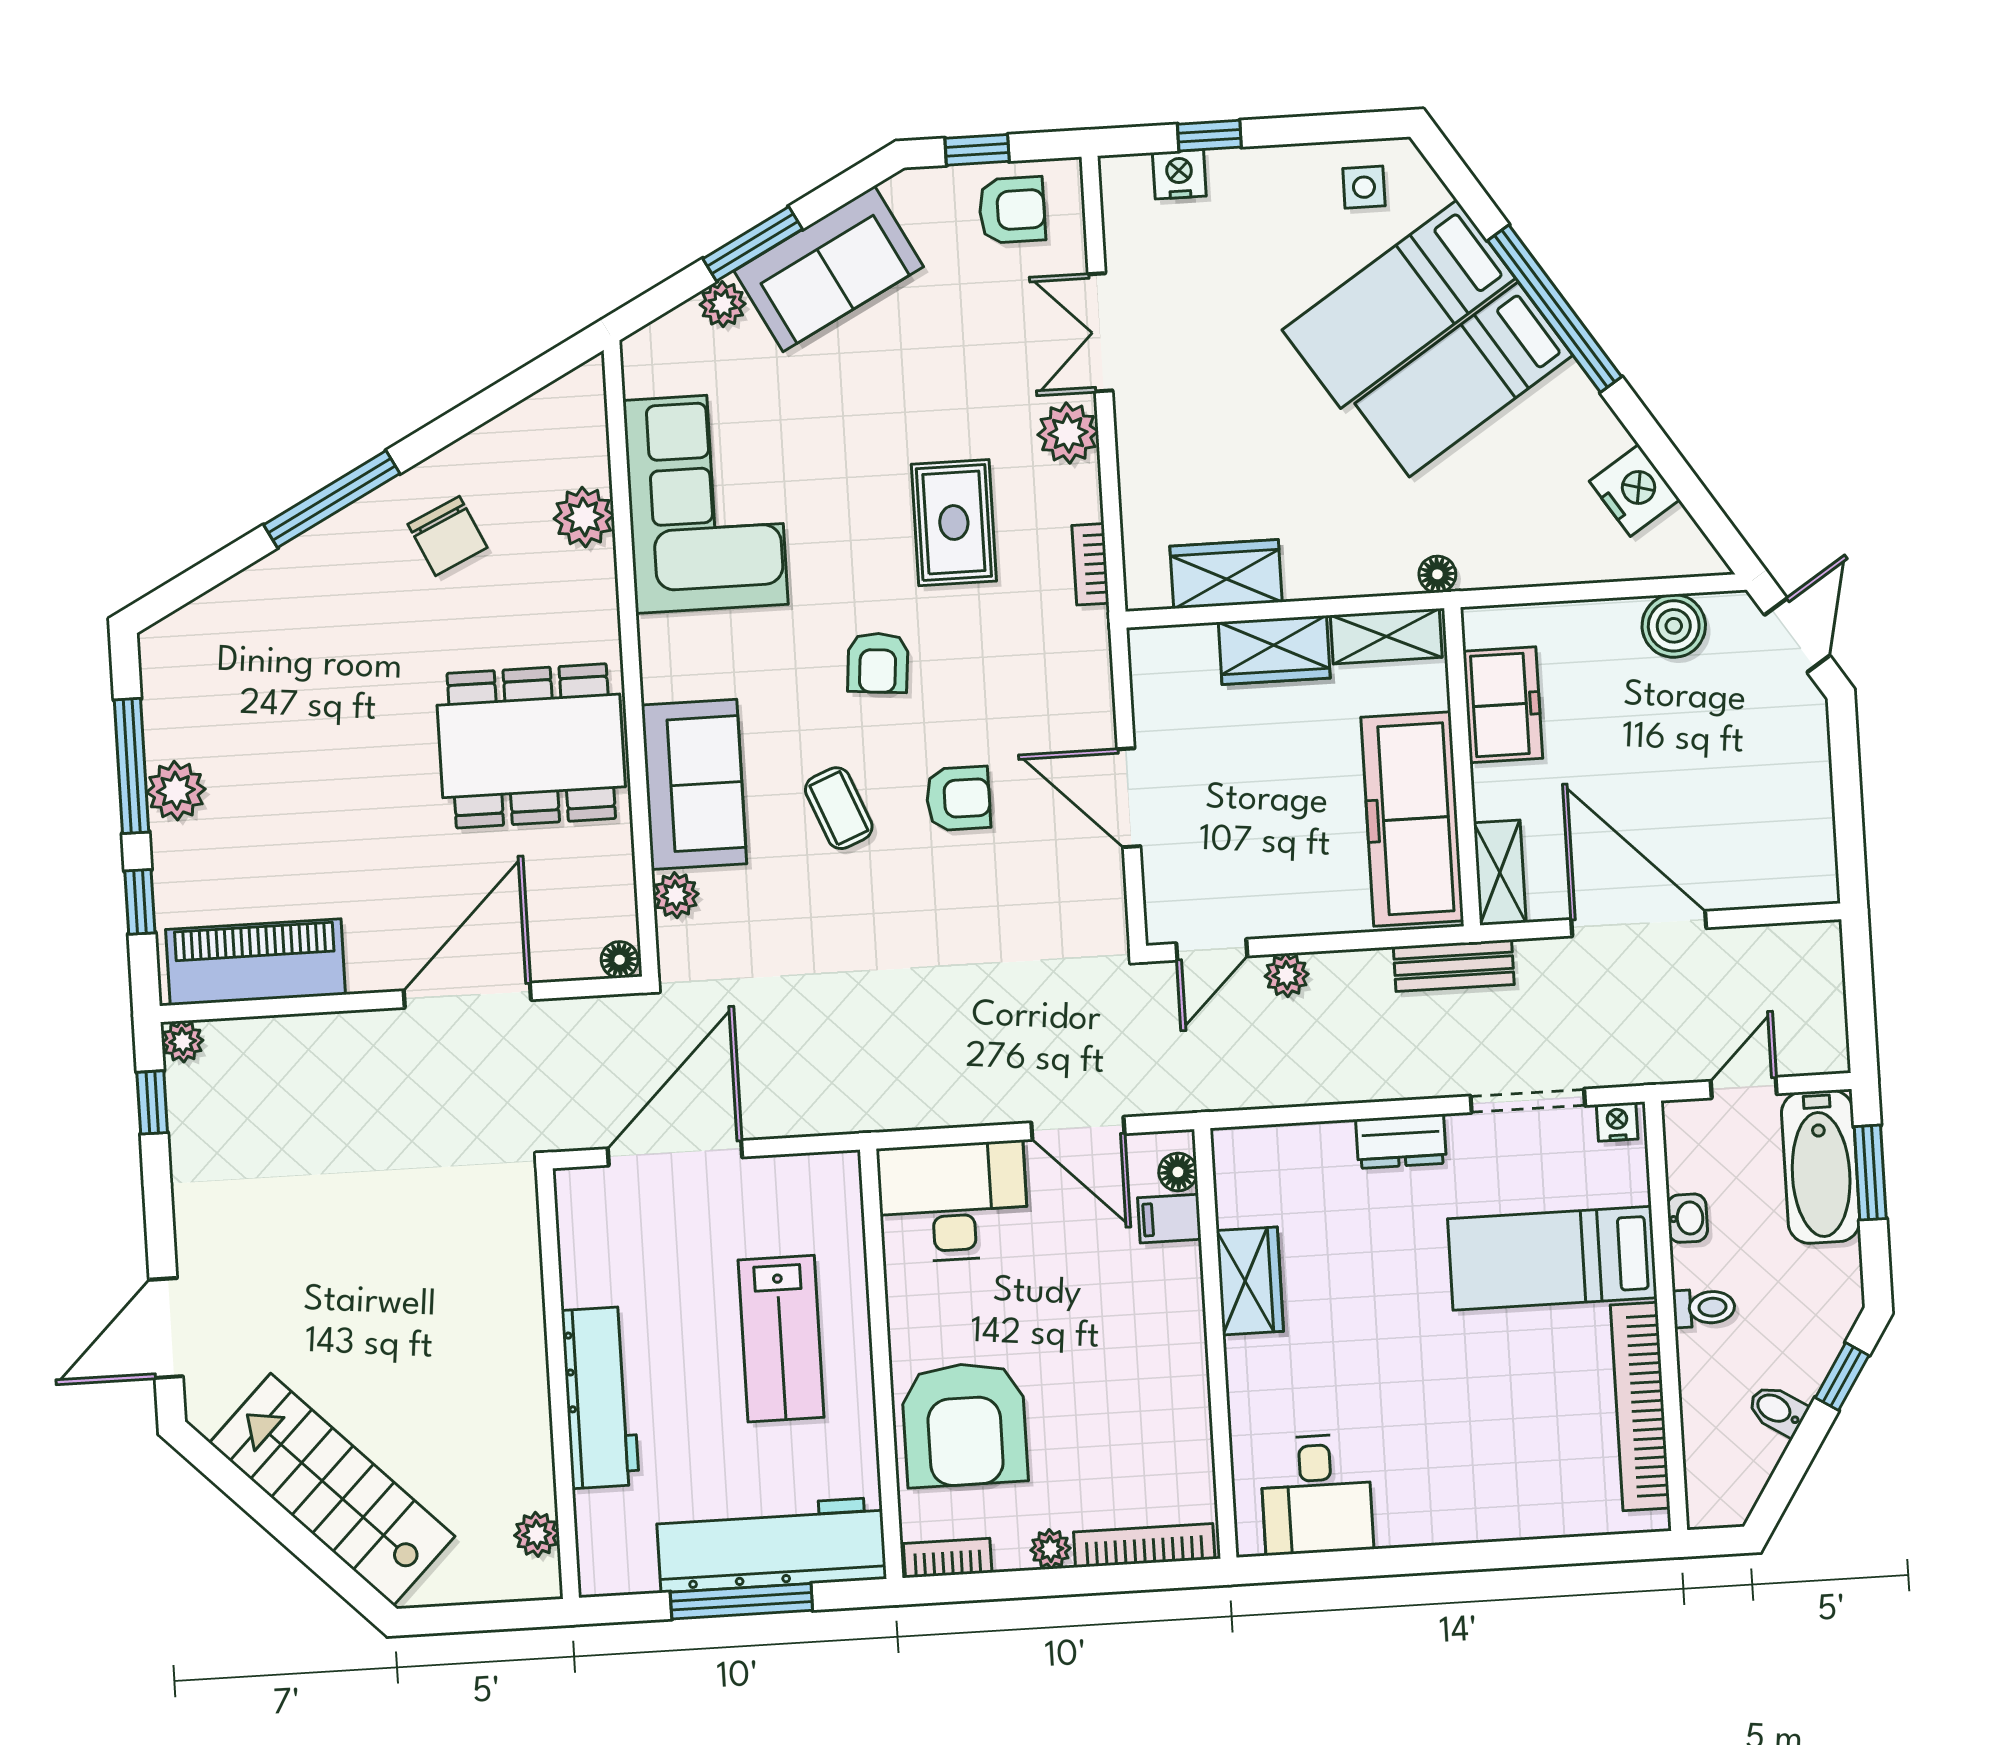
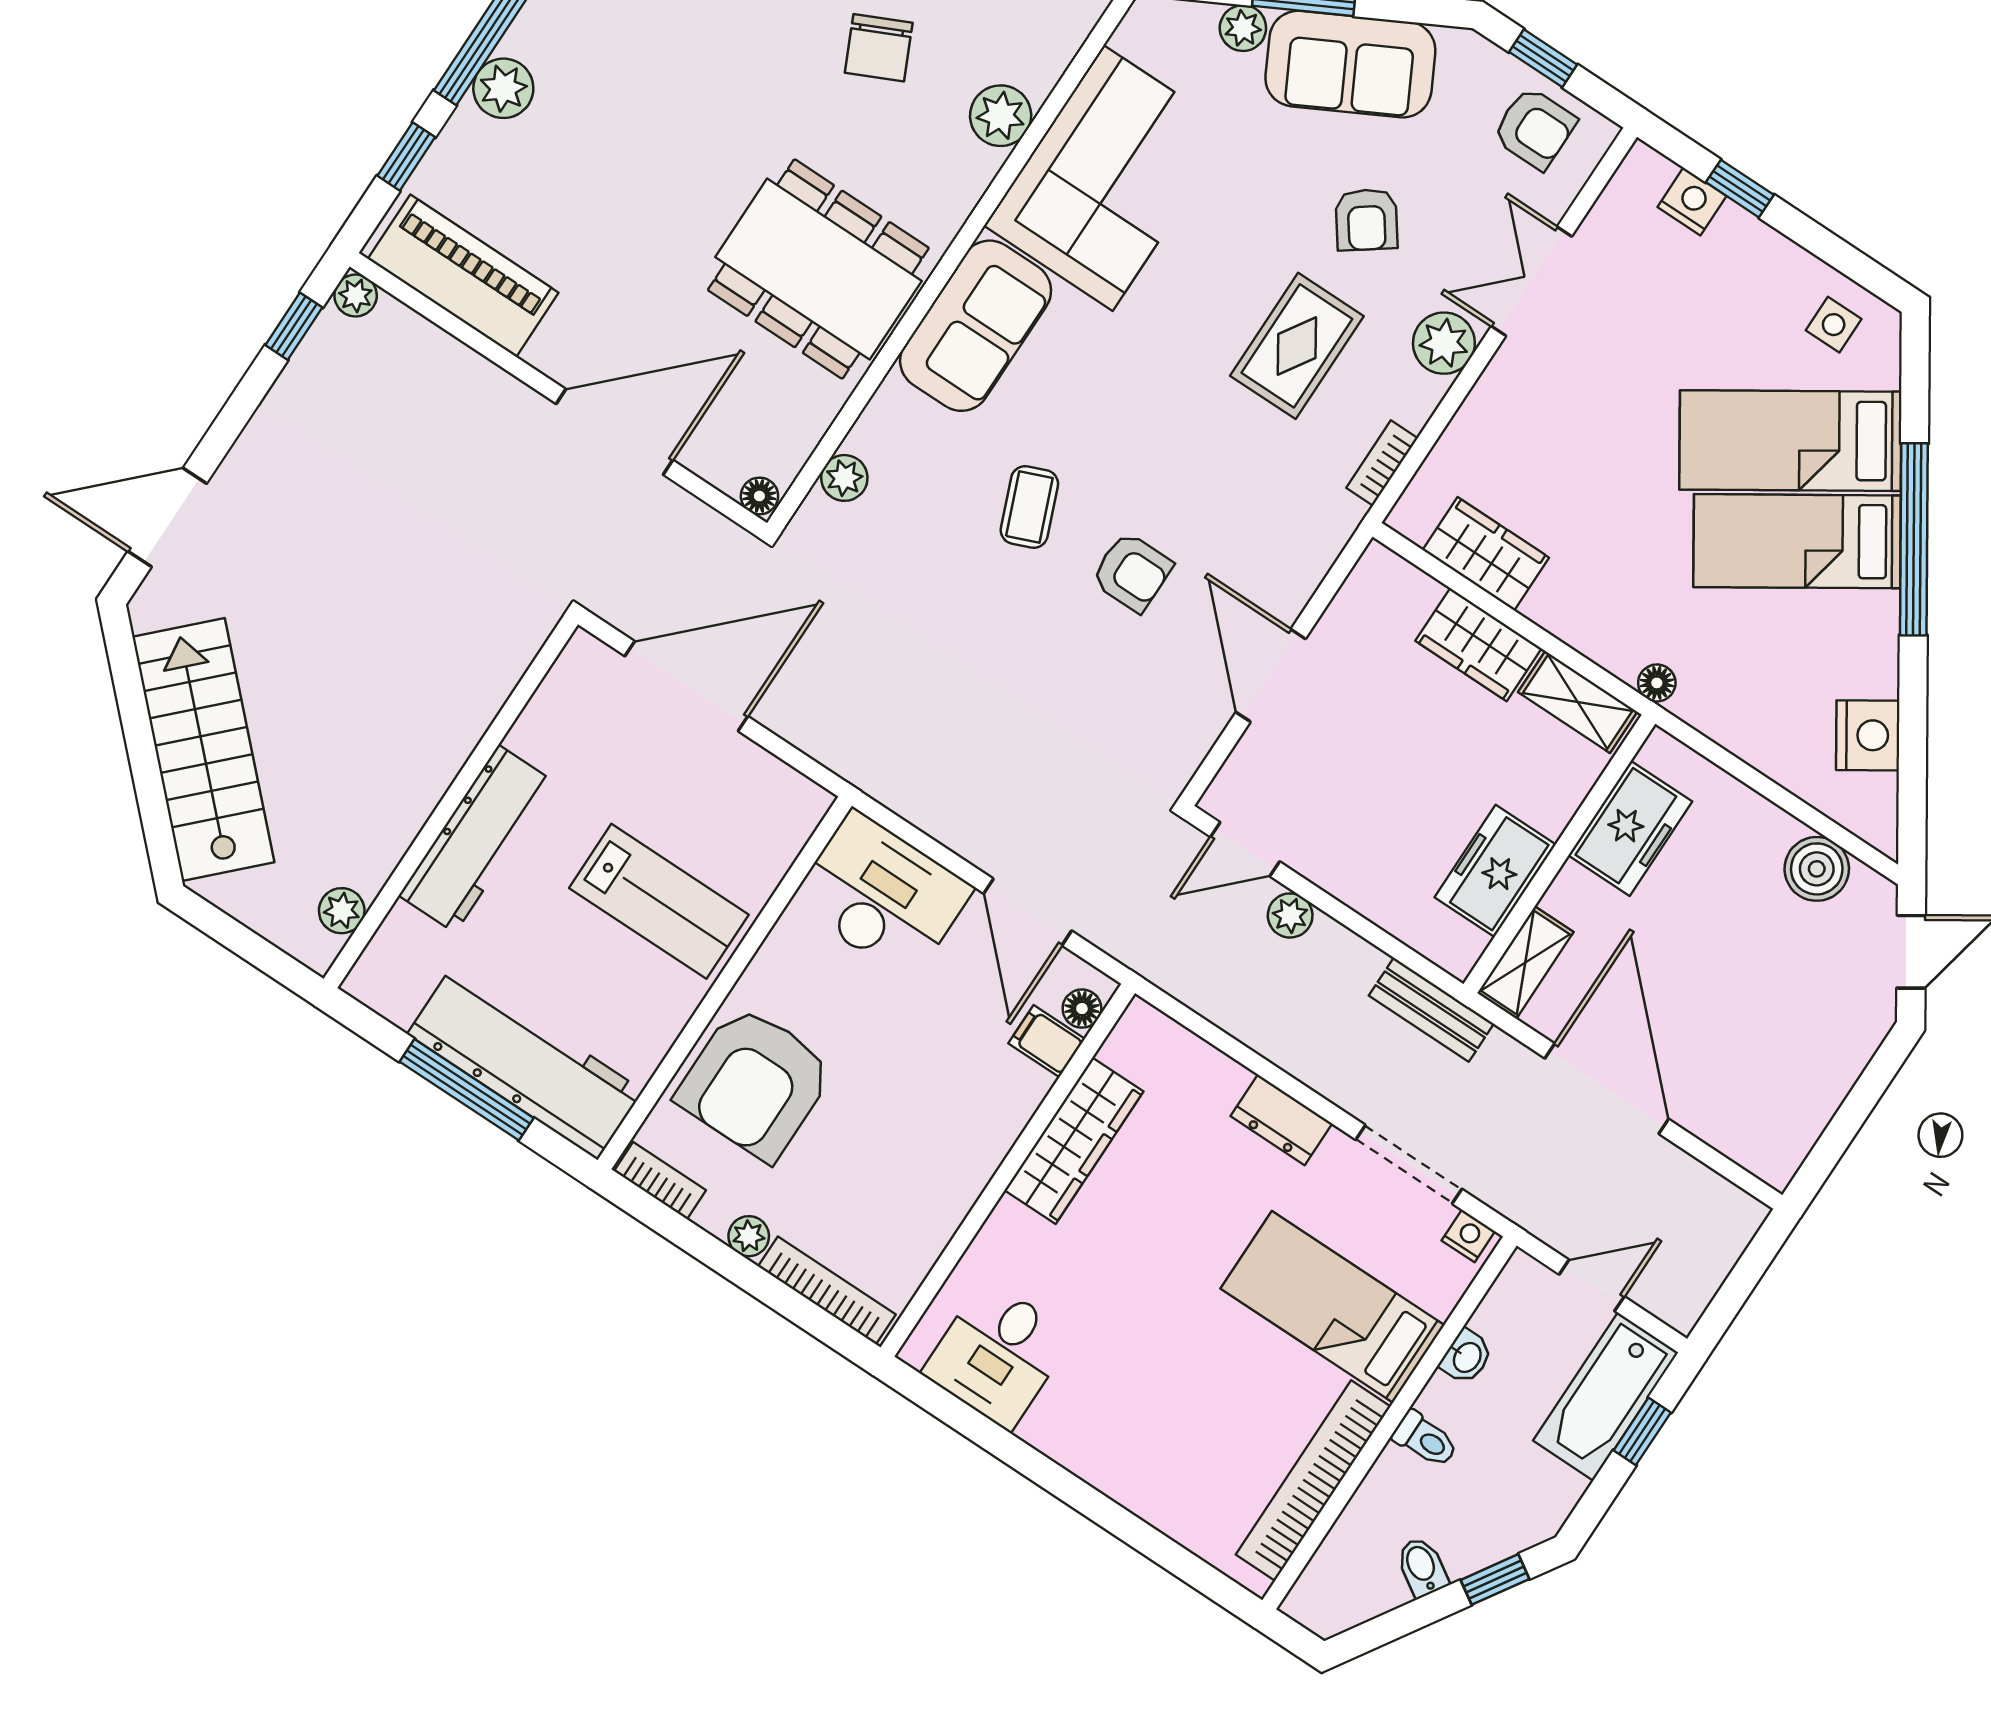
armchair: (878, 663) -> (1367, 220), moved, turned -41
sofa: (694, 784) -> (976, 326), moved
freezer: (1412, 819) -> (1495, 871), width x0.52, depth x0.79
window: (1870, 1173) -> (1642, 1431), width x0.67
wardrobe: (1250, 1281) -> (1074, 1141), width x1.50
lab bench: (781, 1339) -> (659, 901), turned -90

